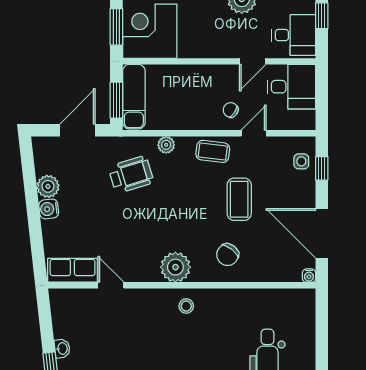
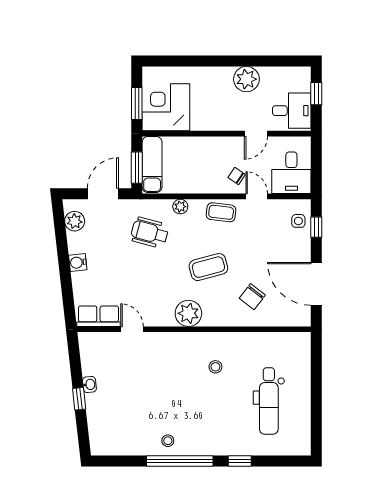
desk: (292, 87) -> (291, 173), moved, turned 90
door: (254, 133) -> (257, 196), hinge flipped
wheelchair: (131, 175) -> (150, 233), turned -148
plant: (48, 186) -> (75, 221), moved
coffee table: (239, 199) -> (208, 267), moved, turned 75
chair: (228, 255) -> (252, 297), moved
water cooler: (309, 276) -> (305, 321), removed
stool: (186, 306) -> (215, 367), moved

